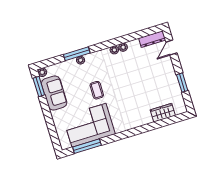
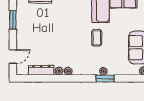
dresser: (152, 39) -> (41, 70), moved
window: (77, 54) -> (105, 78), width x0.69

